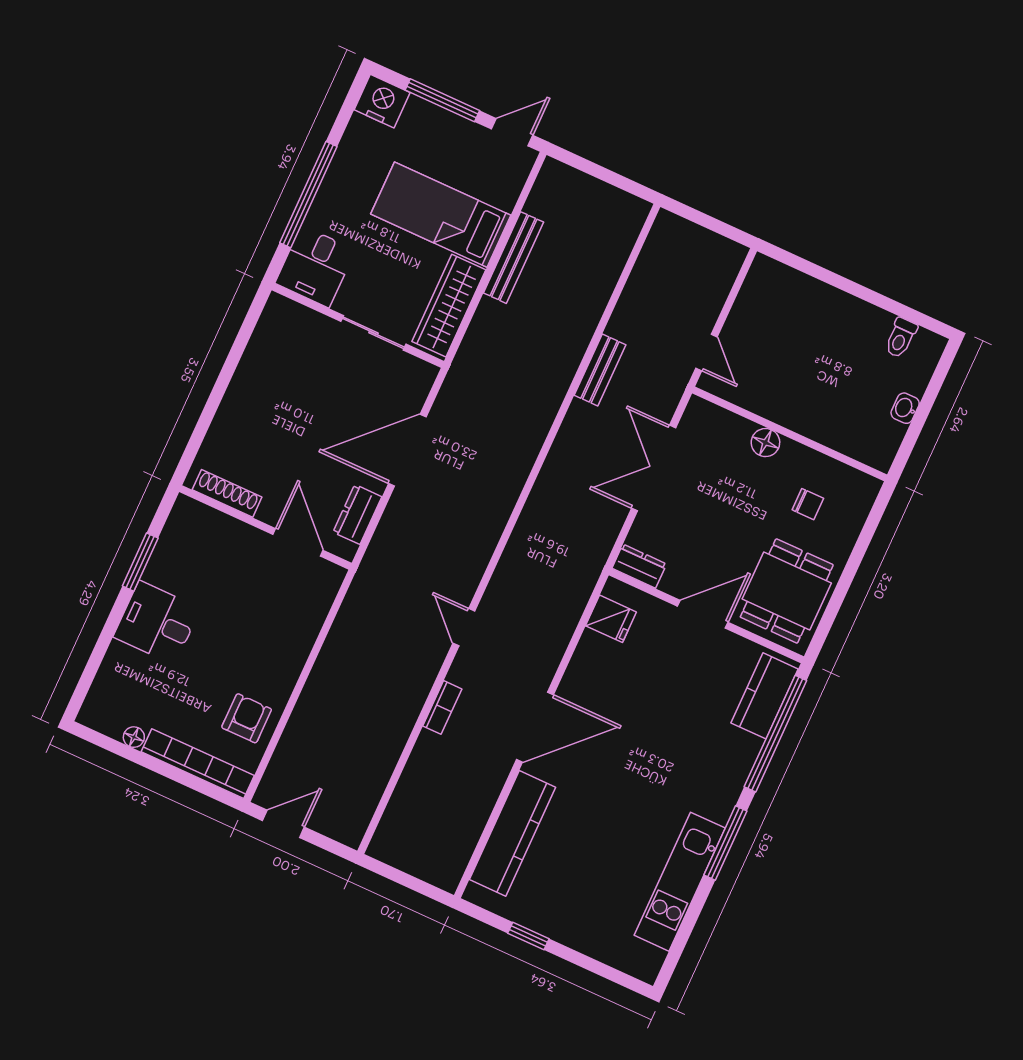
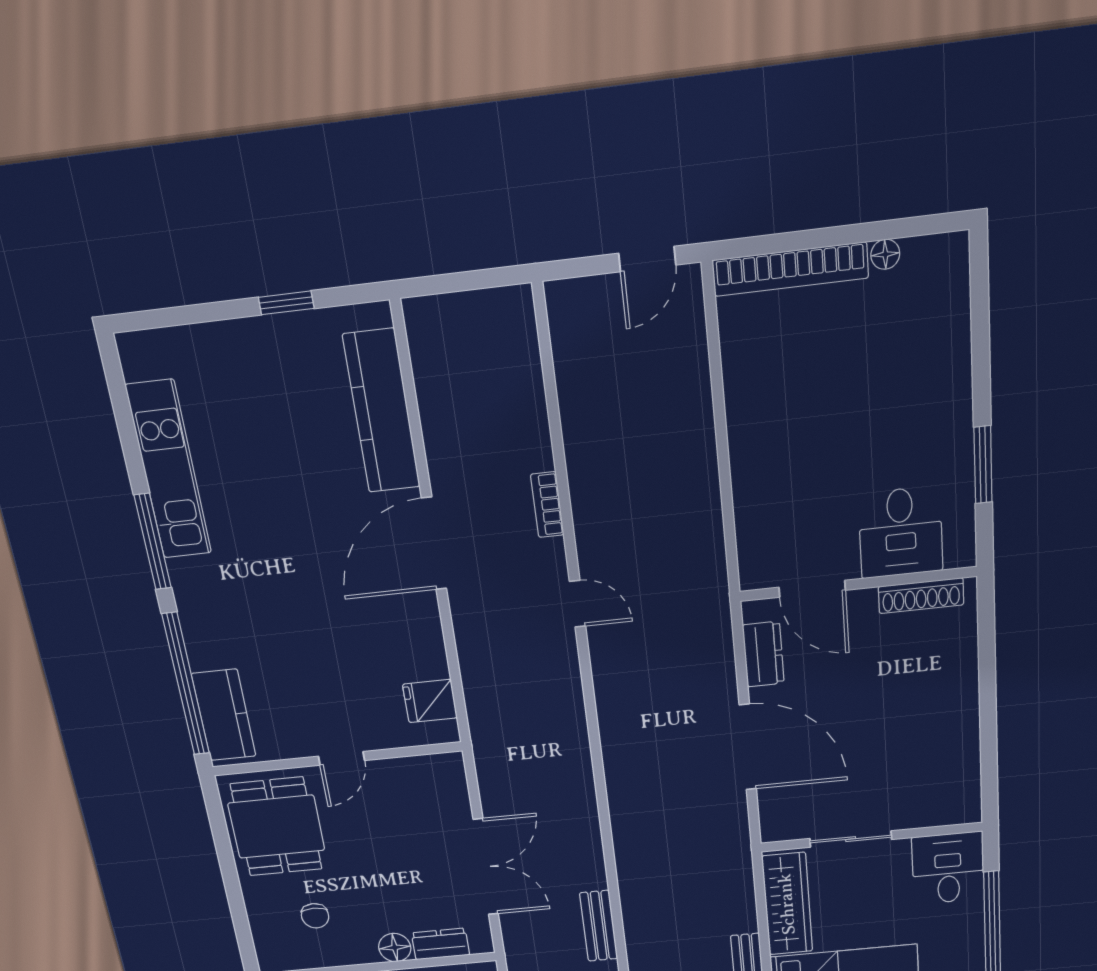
door: (407, 450) -> (748, 747), hinge flipped
chair: (808, 504) -> (315, 916), turned -90
dresser: (639, 566) -> (440, 944), moved, turned 180
door: (703, 614) -> (341, 758), width x0.73
desk: (157, 623) -> (901, 532), moved, turned 90
armchair: (247, 718) -> (762, 359), removed

